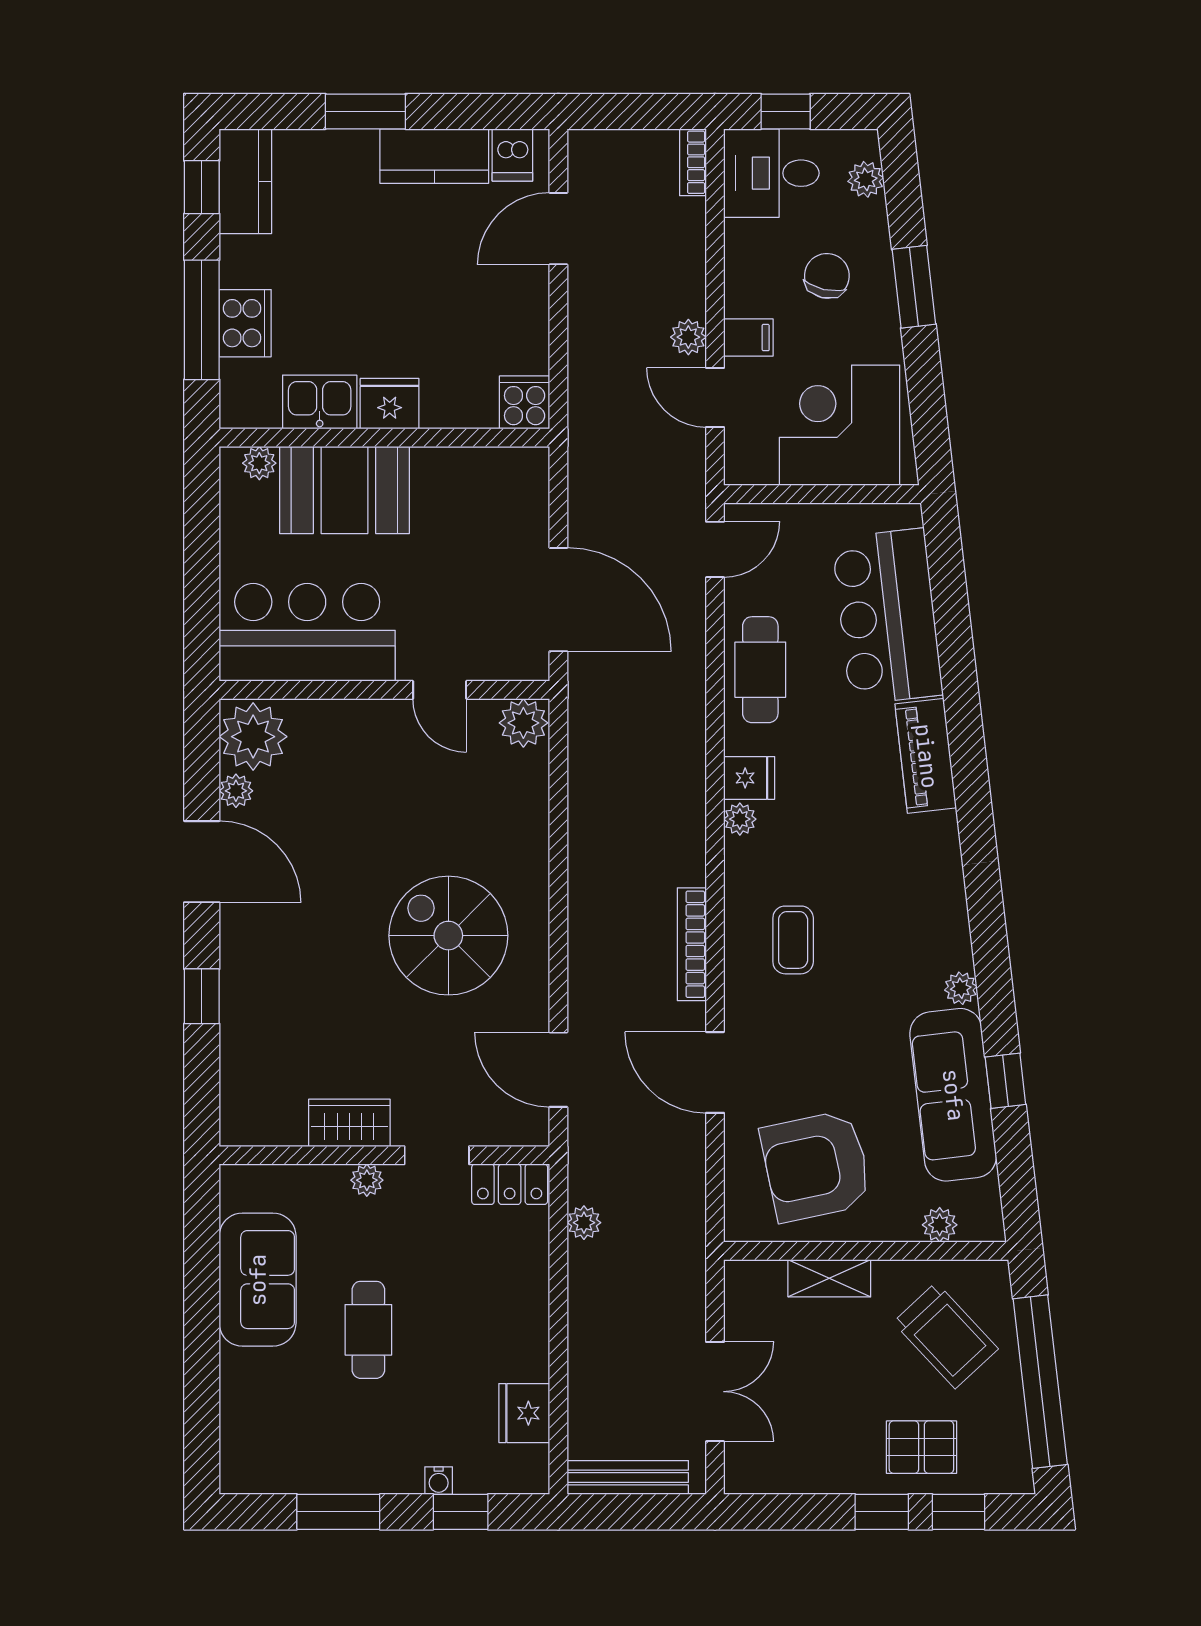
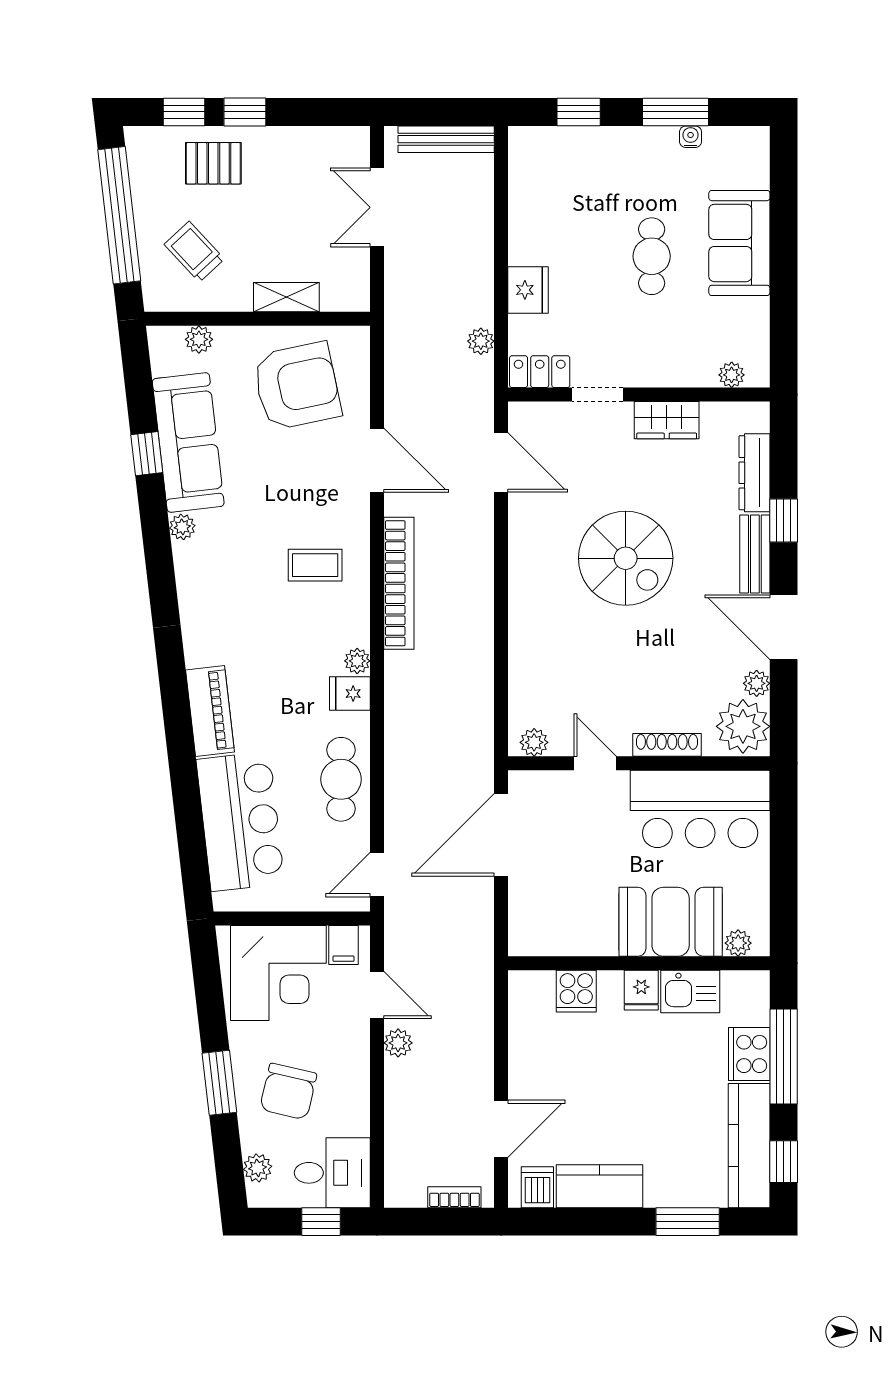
window: (365, 111) -> (688, 1222), moved
bookcase: (693, 162) -> (454, 1197), moved, turned -90
kitchen counter: (245, 181) -> (749, 1146), width x1.50
chair: (827, 276) -> (288, 1091), width x1.37, depth x1.37
filing cabinet: (748, 338) -> (343, 945), moved, turned -90
cooker: (525, 402) -> (576, 991), moved
fridge: (390, 404) -> (641, 990), width x0.72
door: (558, 600) -> (501, 835), hinge flipped
shoe rack: (349, 713) -> (667, 745), added
plant: (523, 723) -> (534, 742), width x0.73, depth x0.73
spiral stairs: (448, 936) -> (626, 558), moved
coffee table: (793, 940) -> (315, 565), turned 90
bookcase: (692, 944) -> (399, 583), width x1.48, depth x1.31
bench: (238, 954) -> (755, 554), added
dresser: (239, 1057) -> (755, 473), added
plant: (367, 1180) -> (732, 375), moved
sofa: (258, 1280) -> (739, 243), moved
trolley: (946, 1335) -> (194, 252), width x0.73, depth x0.72
fridge: (524, 1413) -> (528, 290), moved
water cooler: (439, 1481) -> (691, 137), moved

